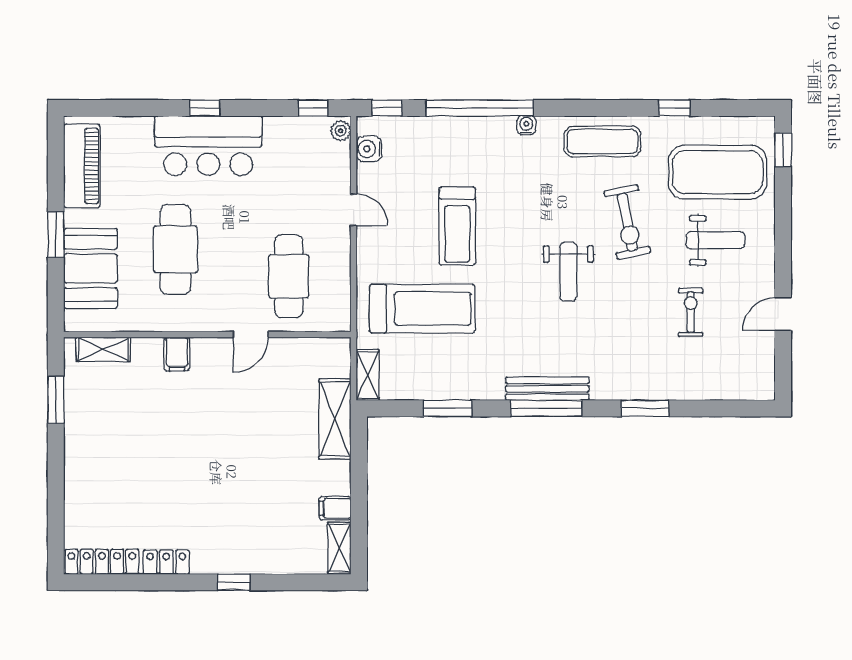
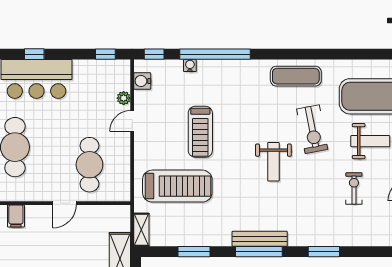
window: (674, 108) -> (343, 54), removed
water cooler: (526, 125) -> (190, 65), moved
plant: (341, 131) -> (124, 98), moved
door: (354, 210) -> (132, 121), swing flipped

